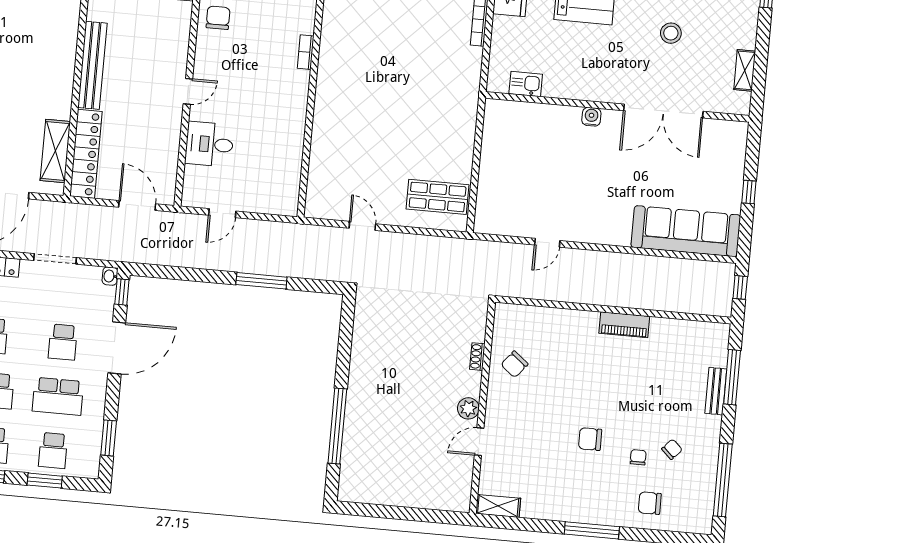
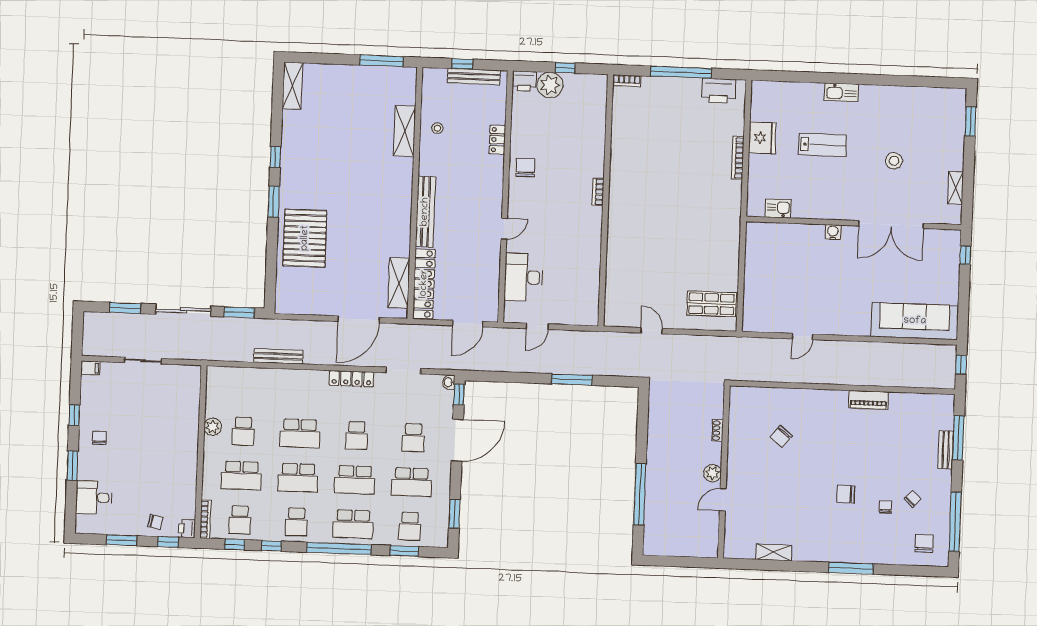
desk: (209, 144) -> (524, 277), width x1.37
window: (749, 192) -> (965, 255), moved
door: (137, 205) -> (468, 324), swing flipped
shoe rack: (477, 357) -> (718, 431), moved
plant: (468, 408) -> (713, 473), moved
wall: (482, 408) -> (724, 472), moved
door: (479, 442) -> (723, 500), moved
chair: (650, 503) -> (924, 543), moved, turned 90

